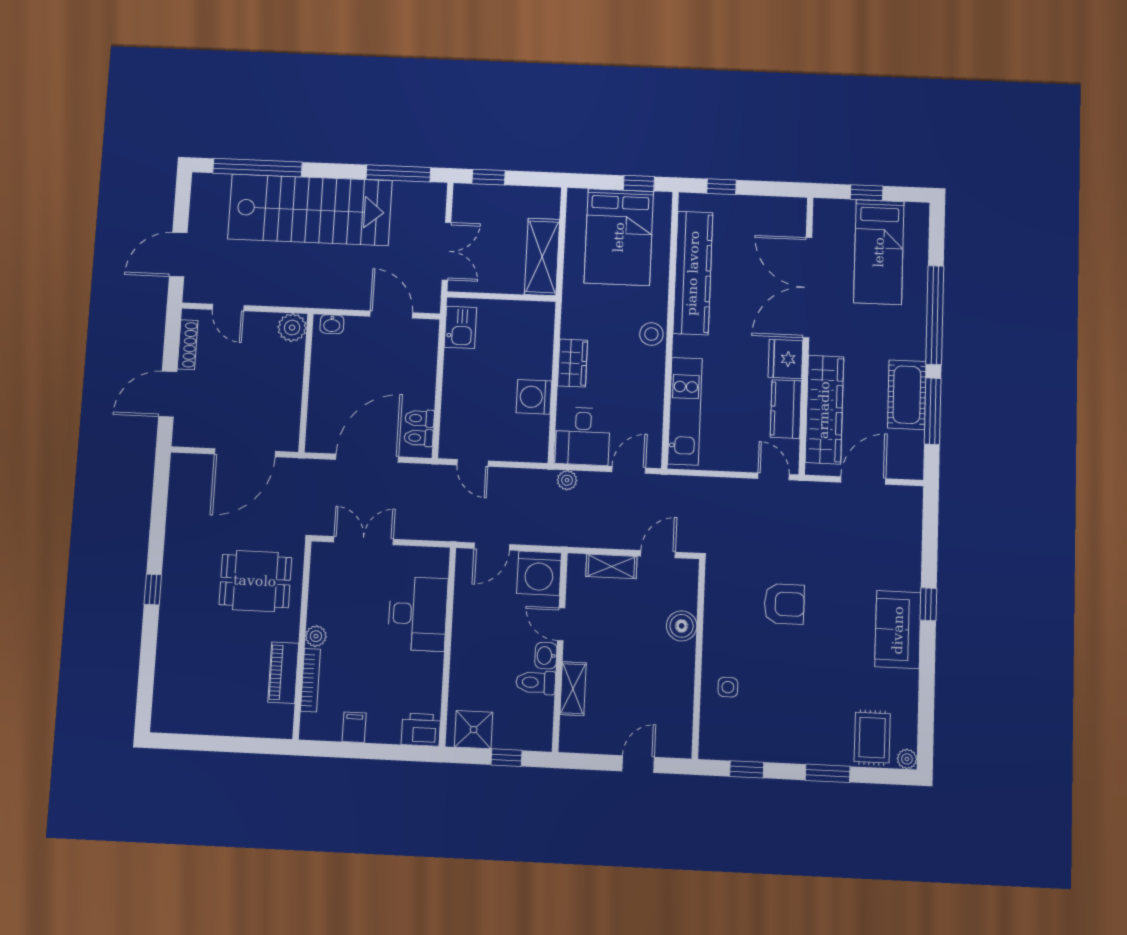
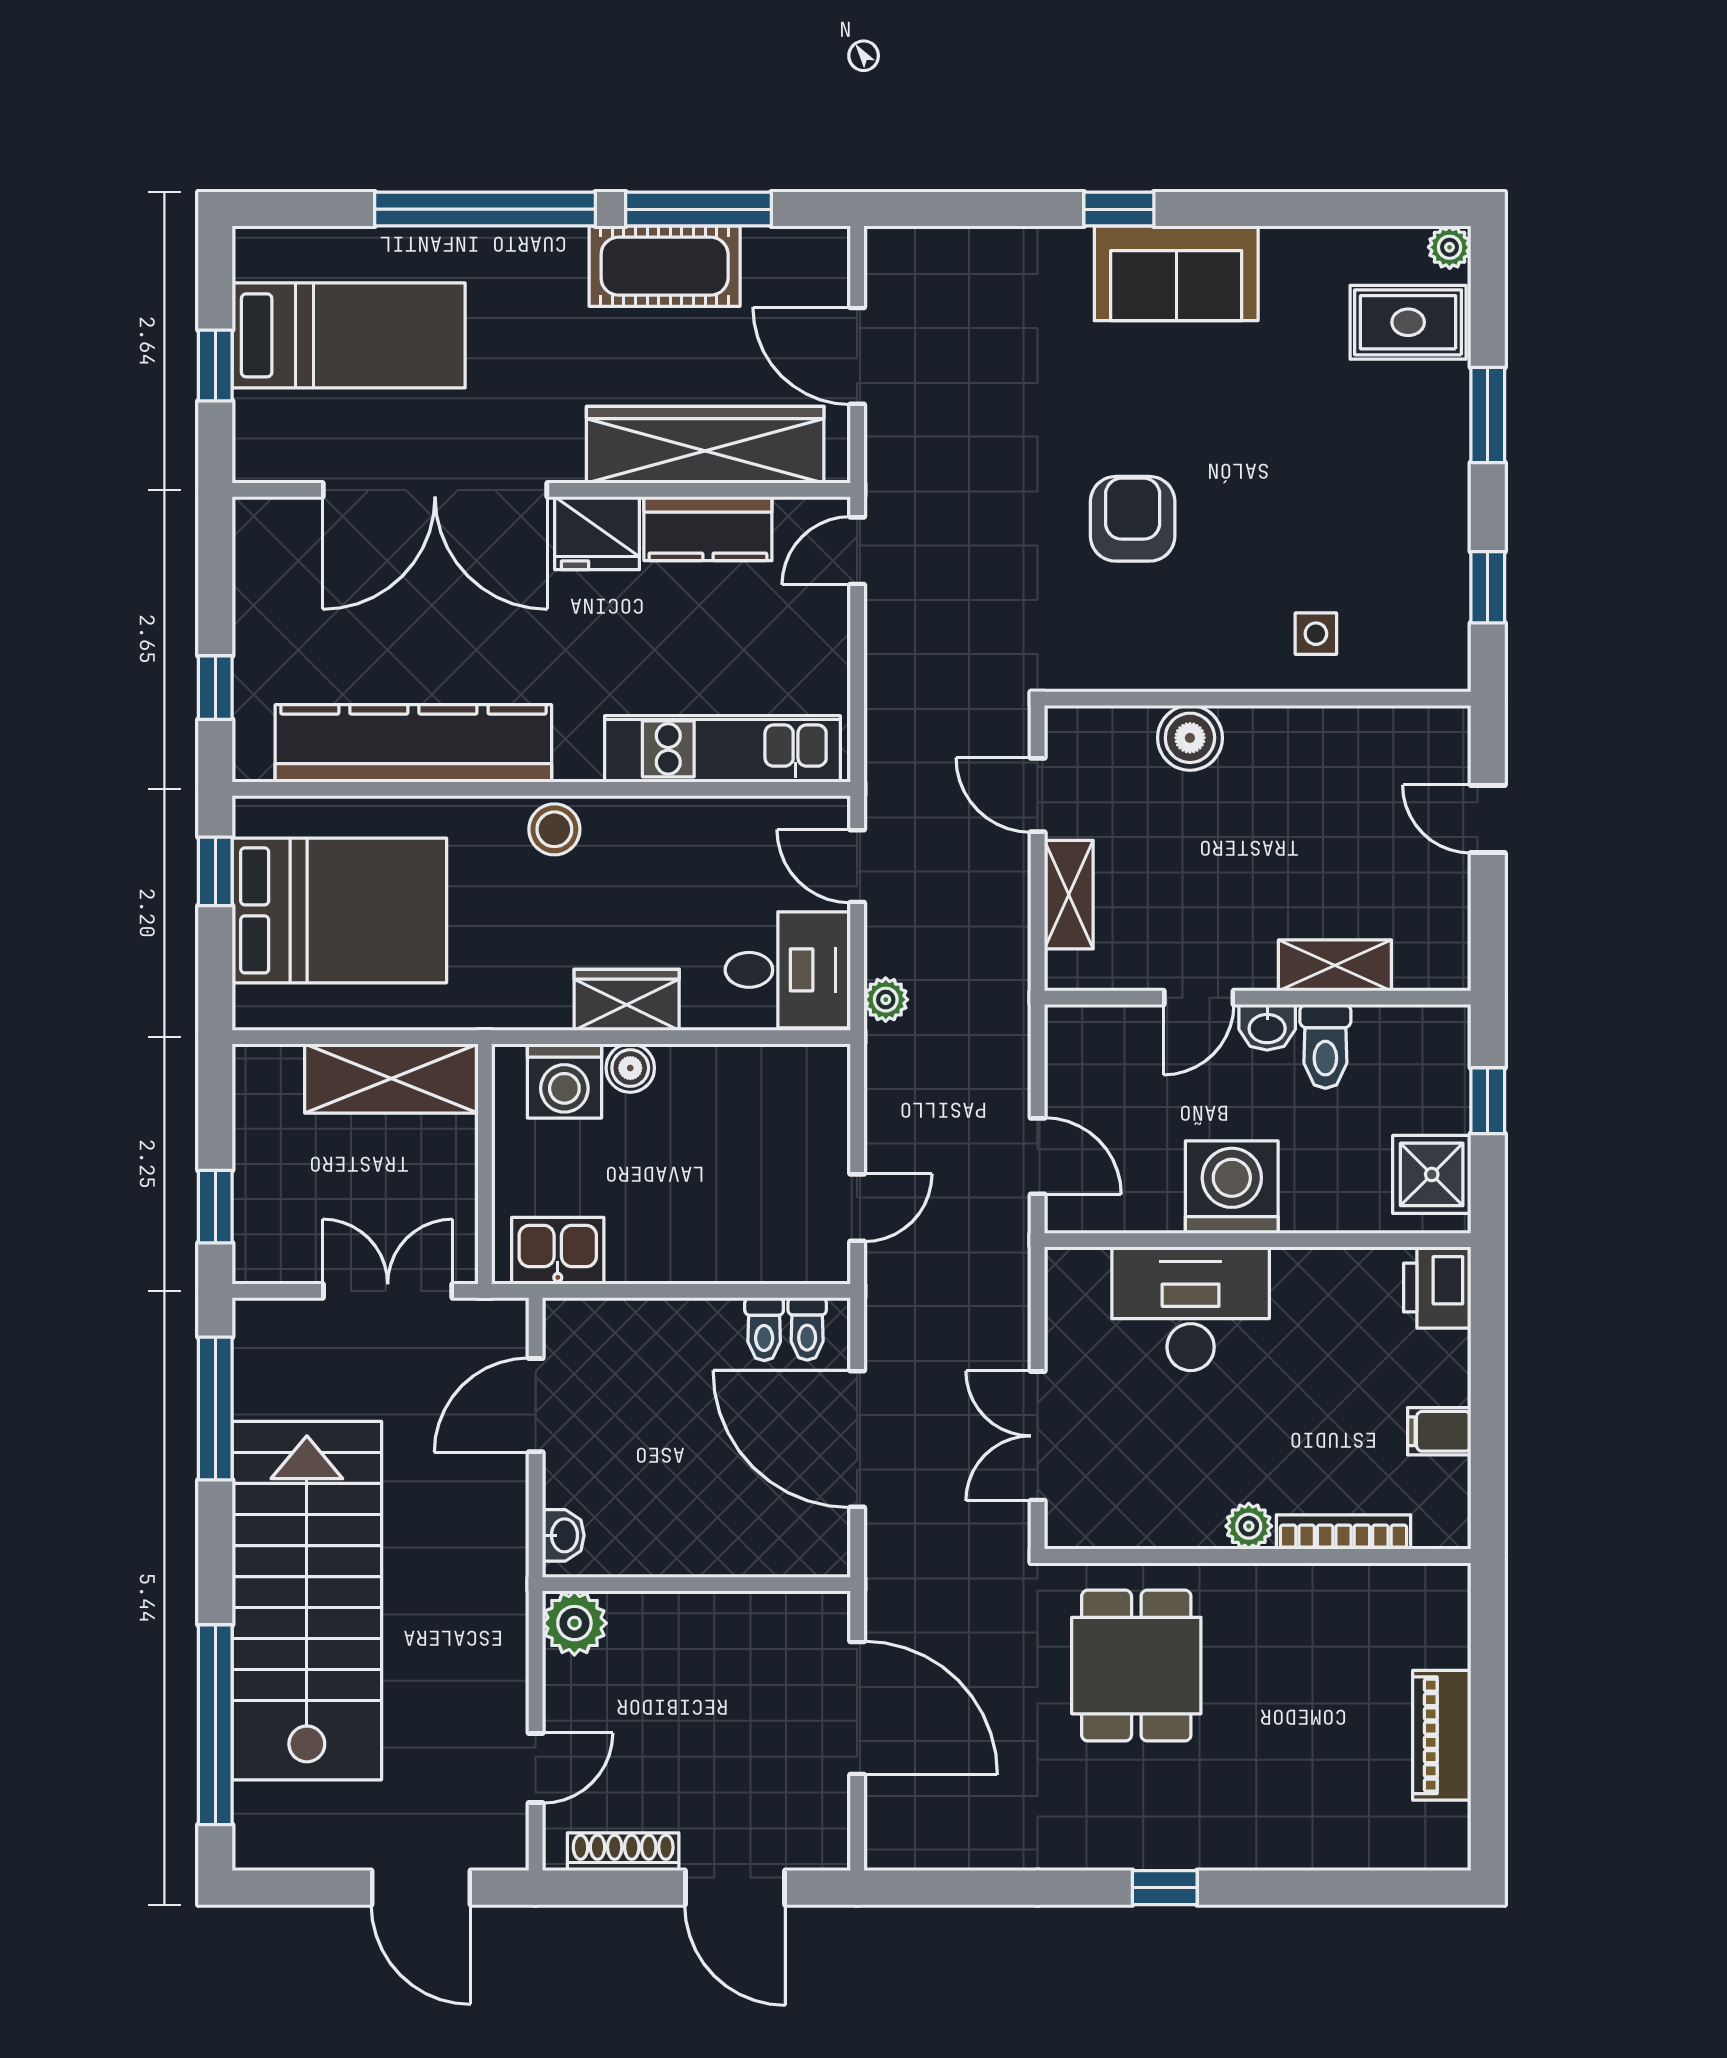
boiler: (541, 363) -> (630, 1068), added
washing machine: (534, 397) -> (564, 1081), moved
washing machine: (539, 573) -> (1232, 1187), moved, turned -90
piano: (283, 673) -> (1442, 1735), moved, turned 90

